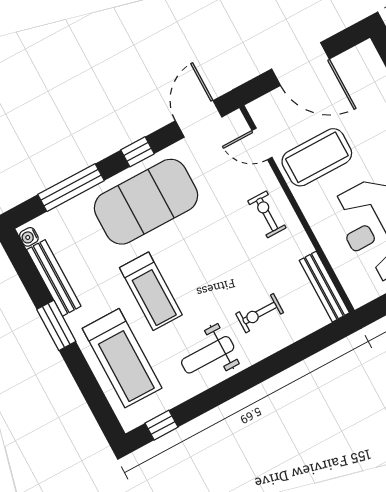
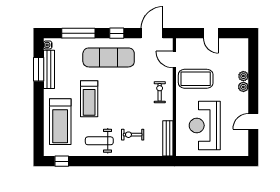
door: (301, 64) -> (211, 33), width x0.53
exercise mat: (146, 202) -> (109, 57), width x0.68
window: (56, 325) -> (39, 69), moved

